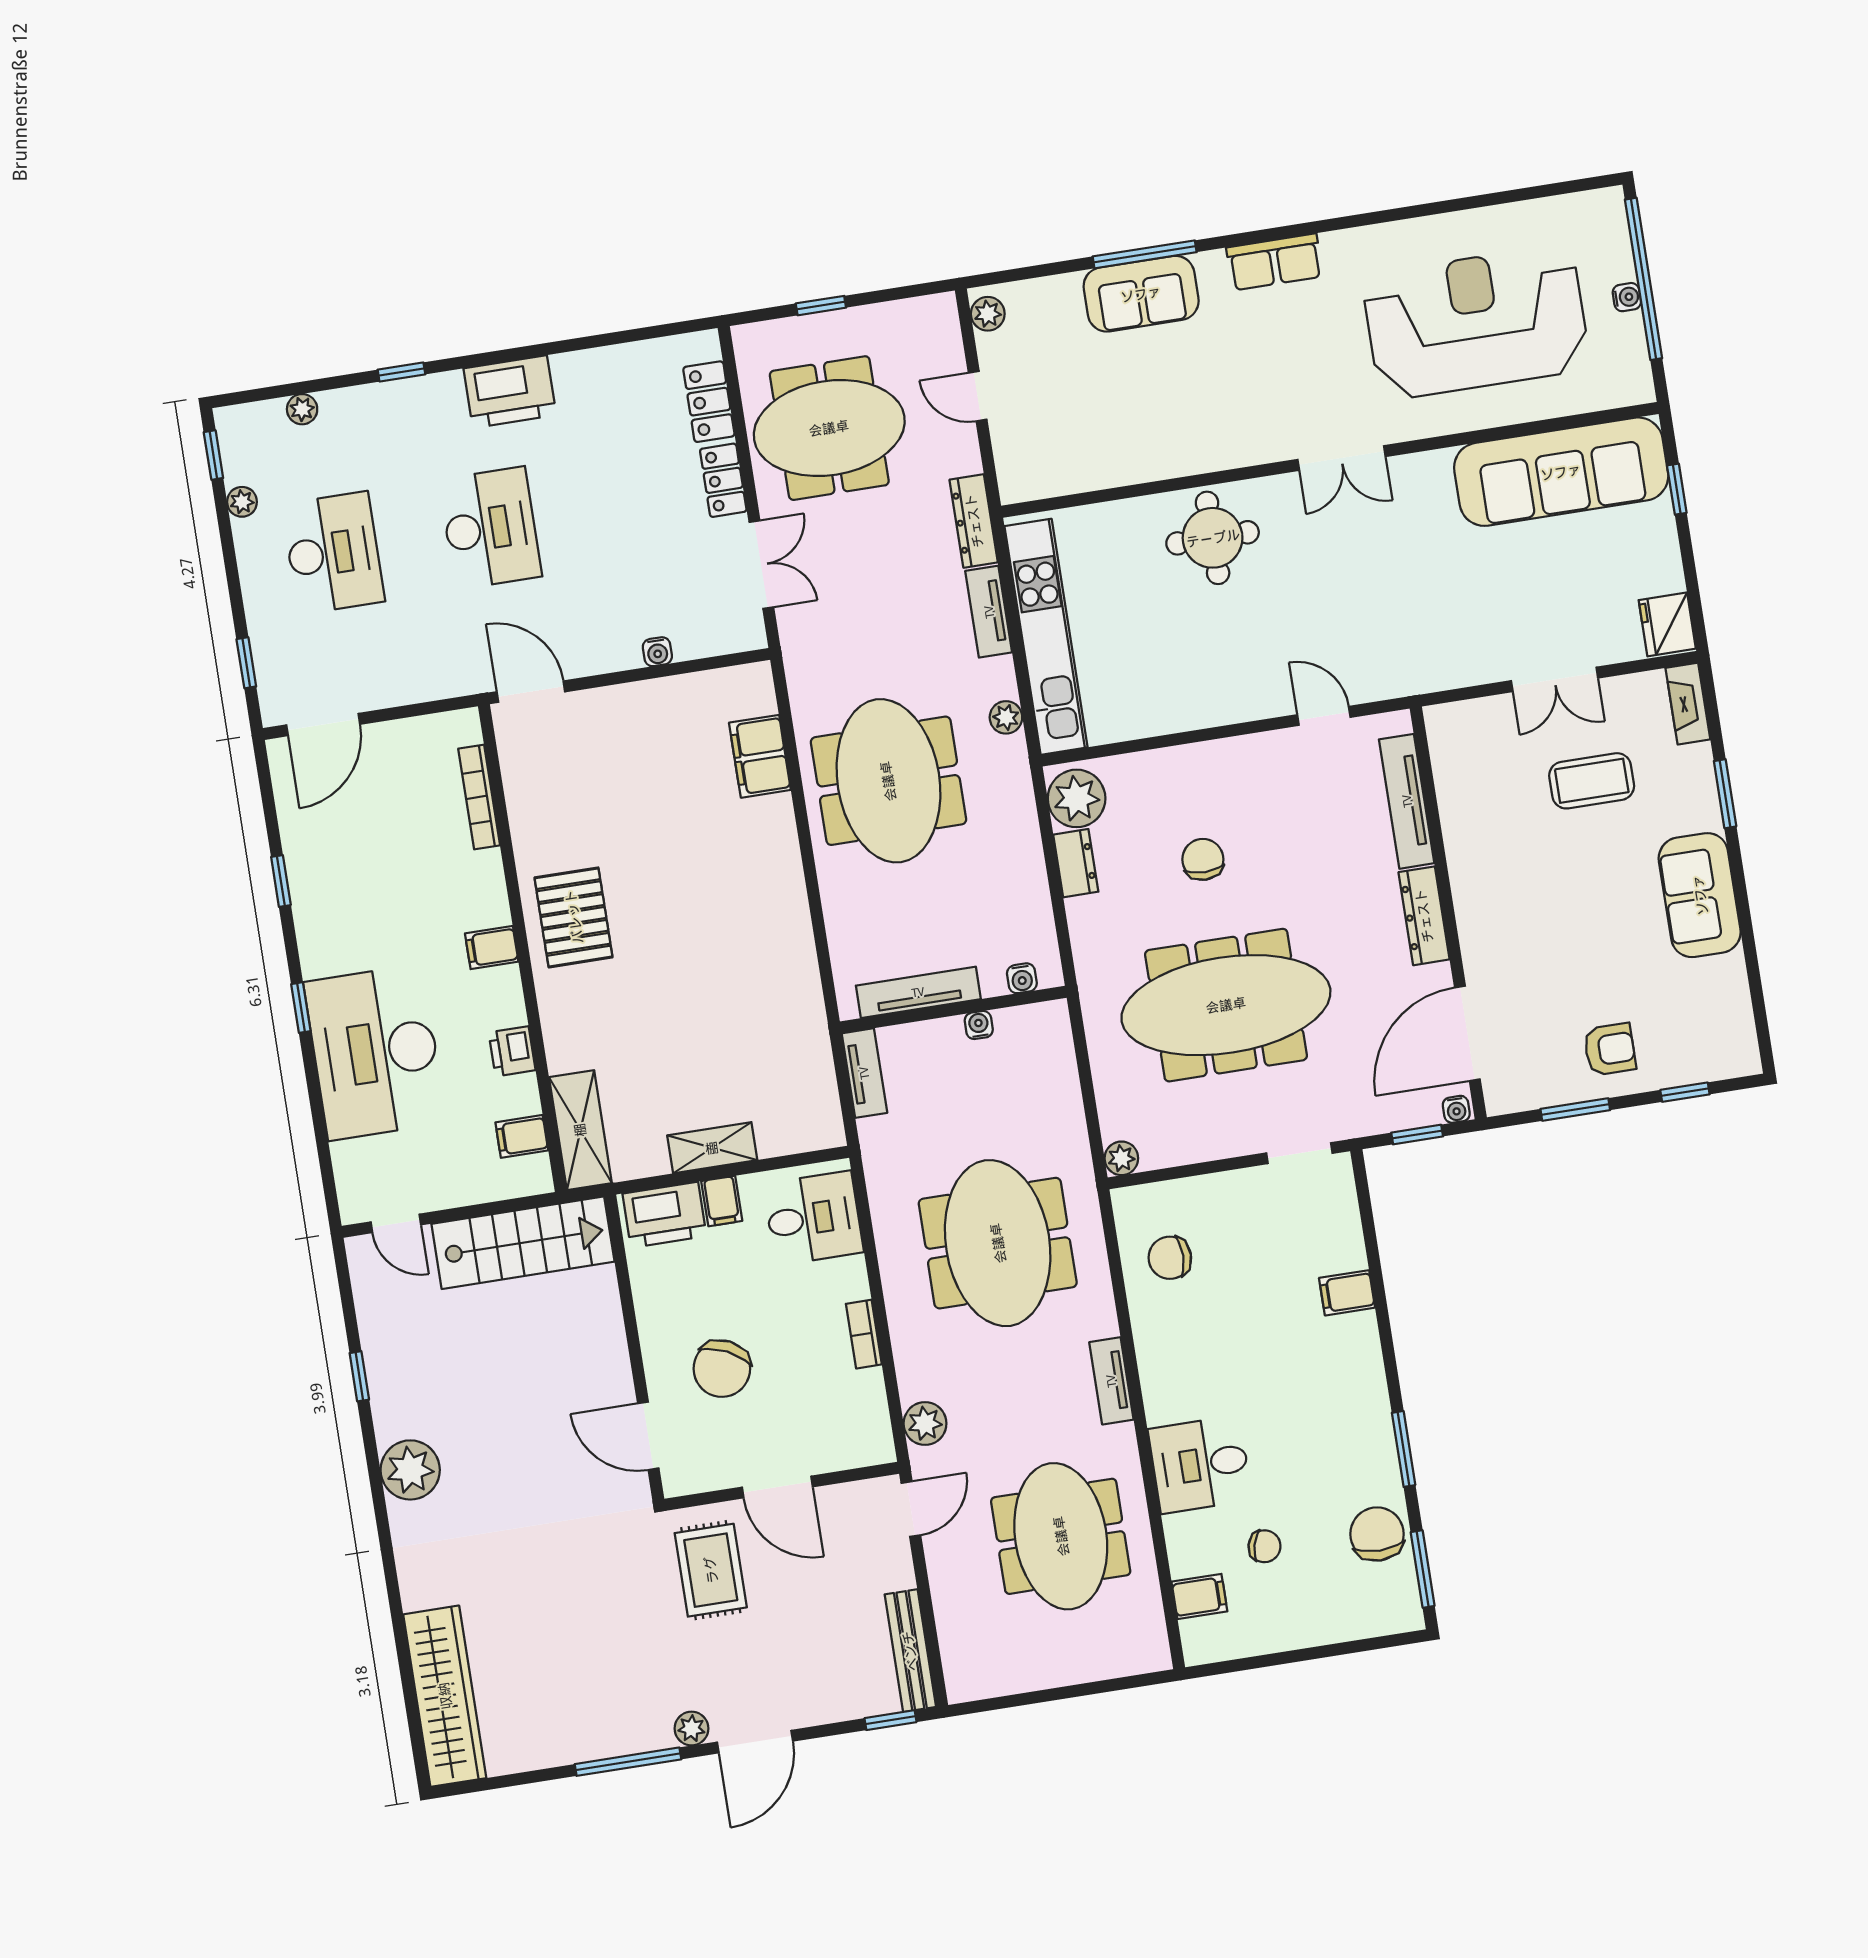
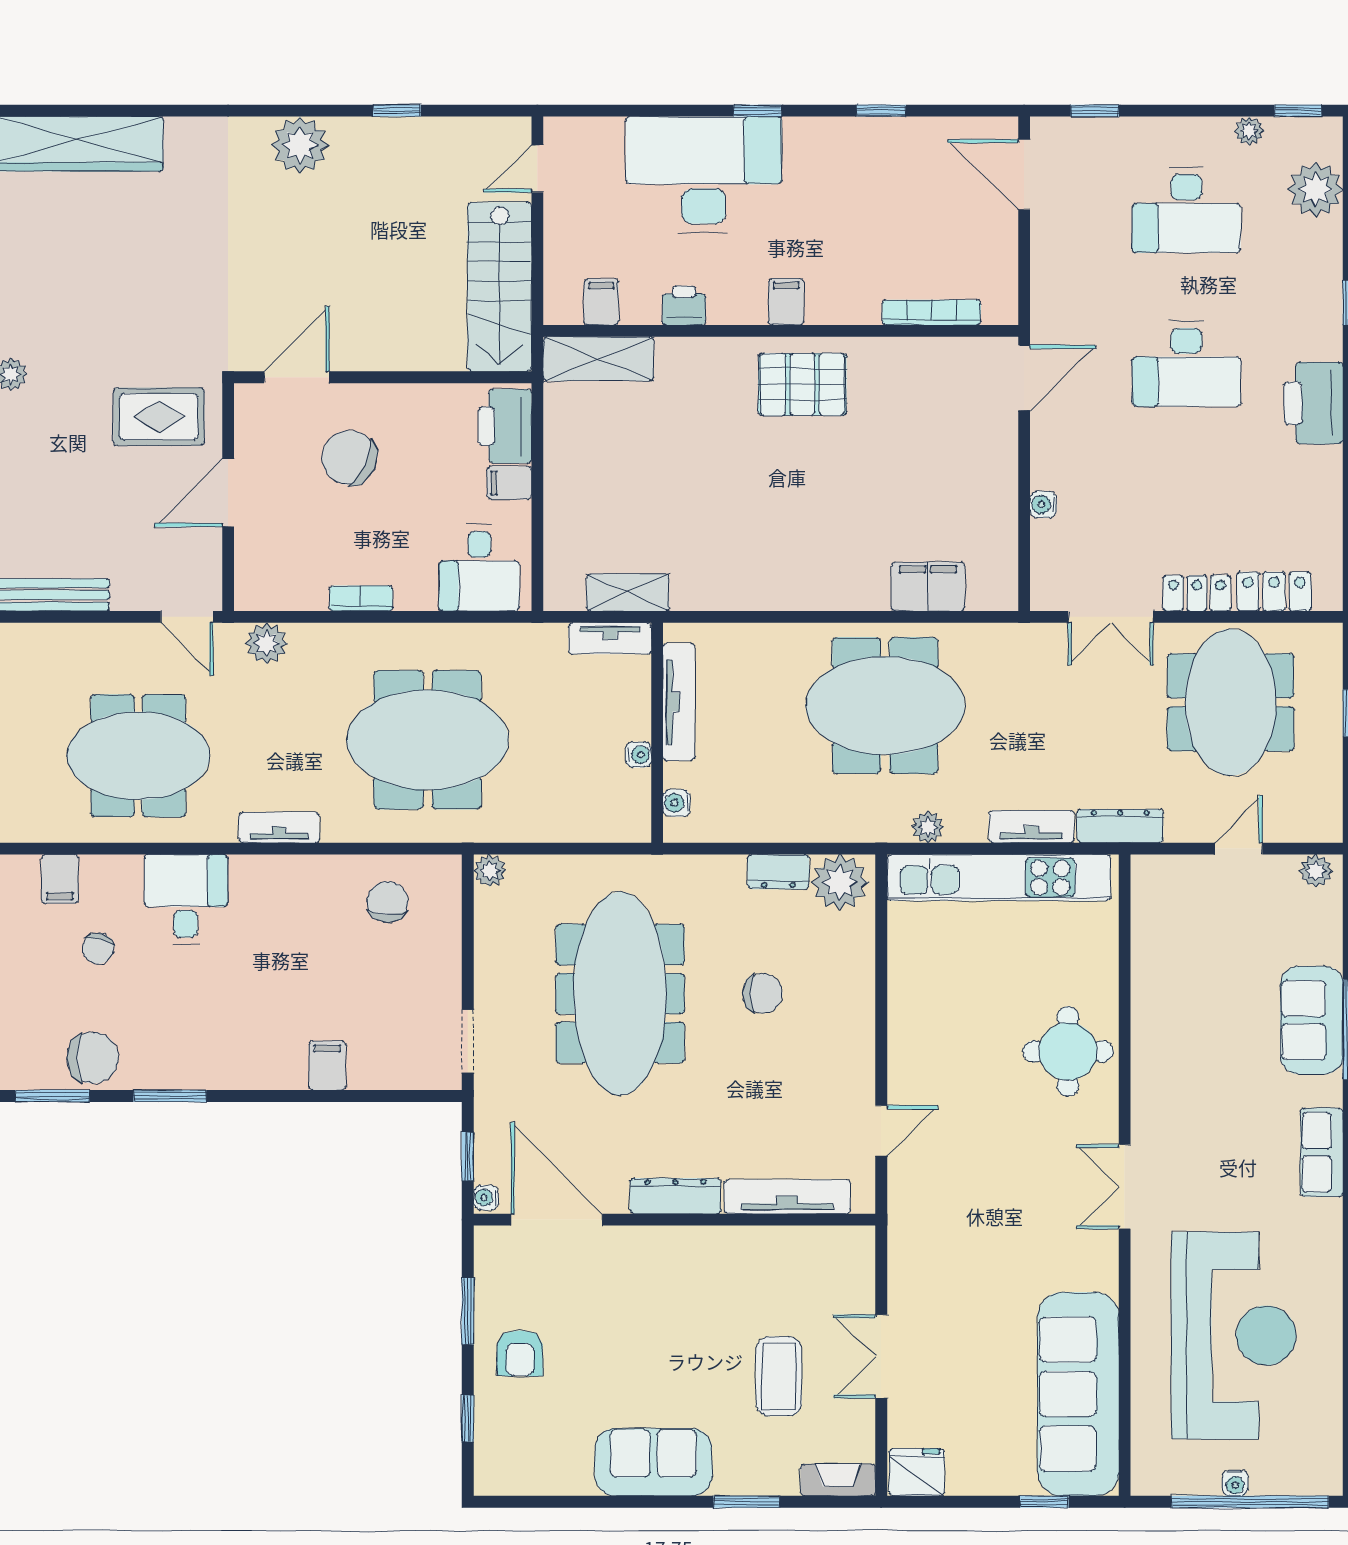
plant: (302, 409) -> (1316, 189), width x1.87, depth x1.87
shelving: (712, 1148) -> (628, 592), moved, turned 90

